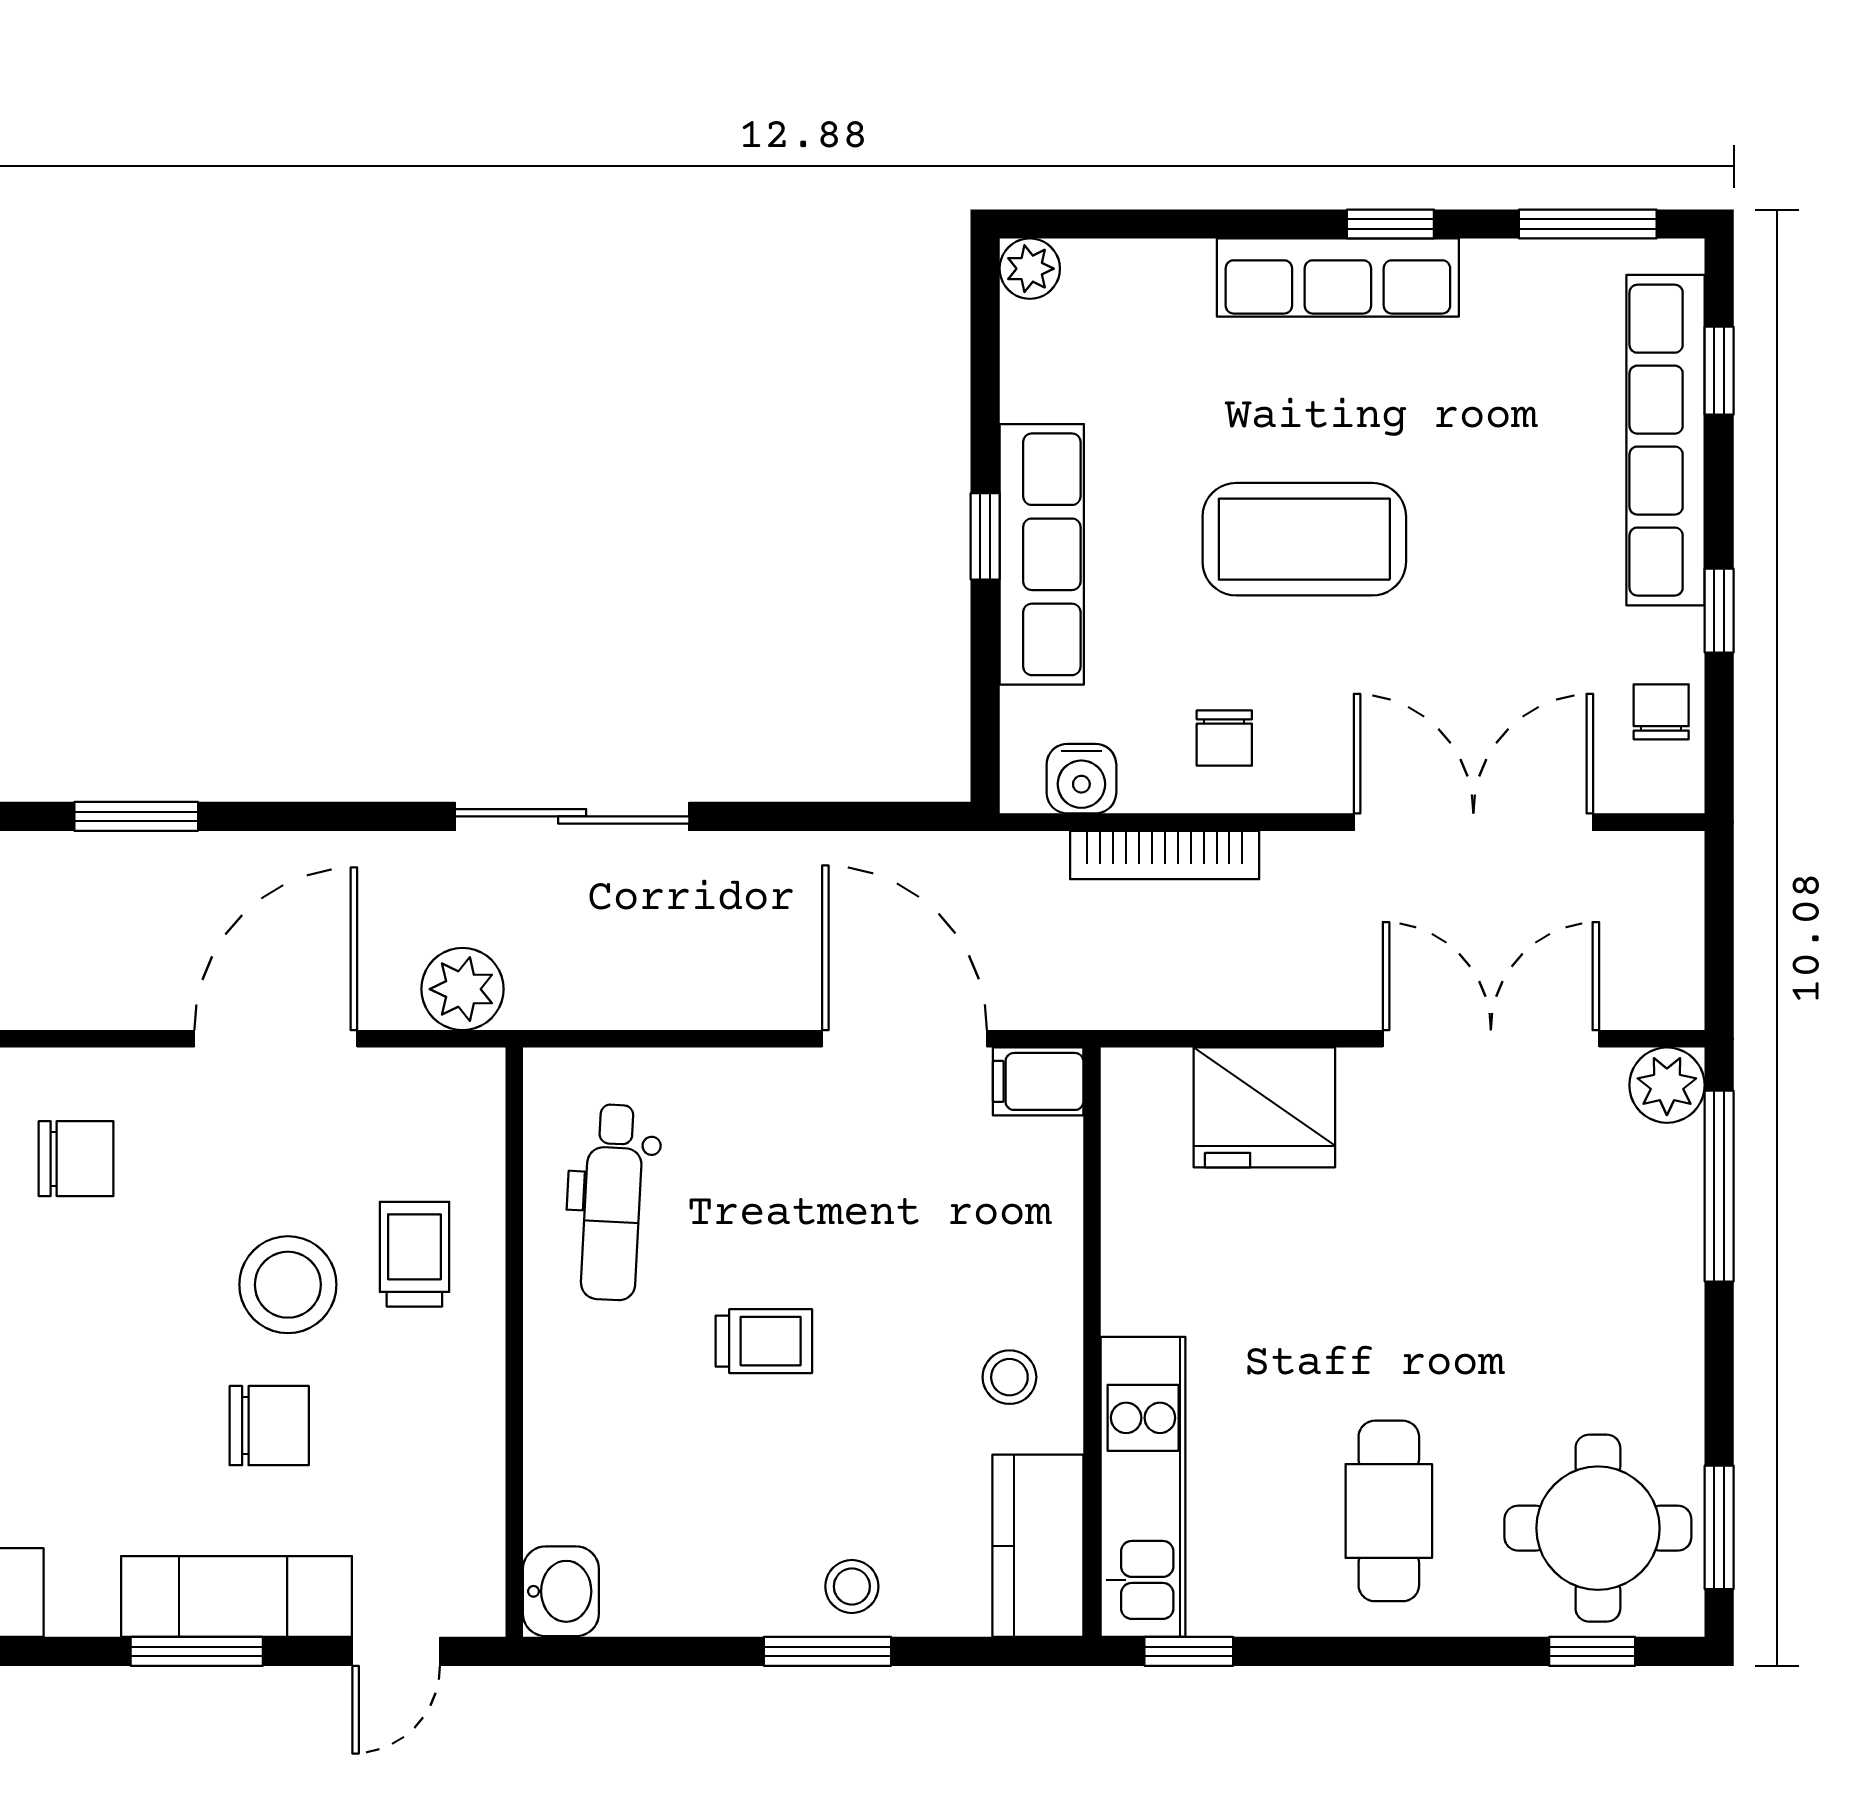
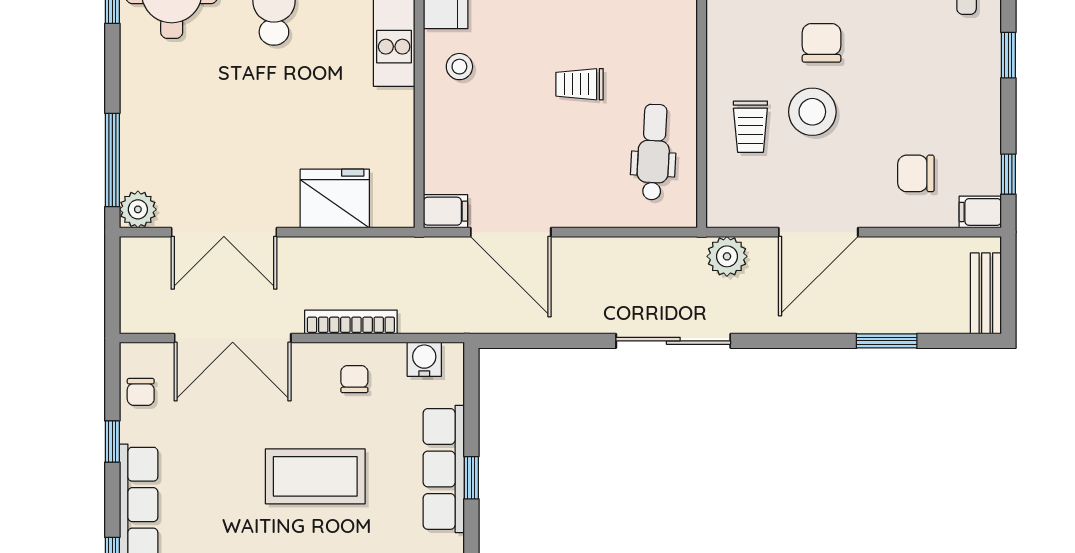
bookcase: (1165, 855) -> (351, 322), moved
chair: (269, 1426) -> (822, 43), turned 90

